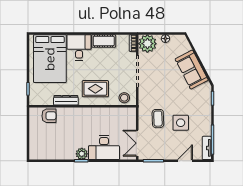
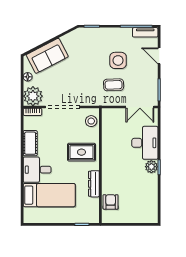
bed: (50, 59) -> (49, 195), width x0.67
sofa: (192, 70) -> (47, 56), moved
rug: (95, 89) -> (81, 152), turned 90

